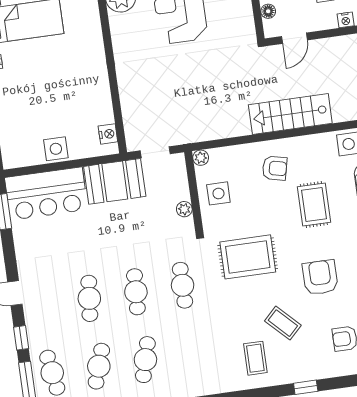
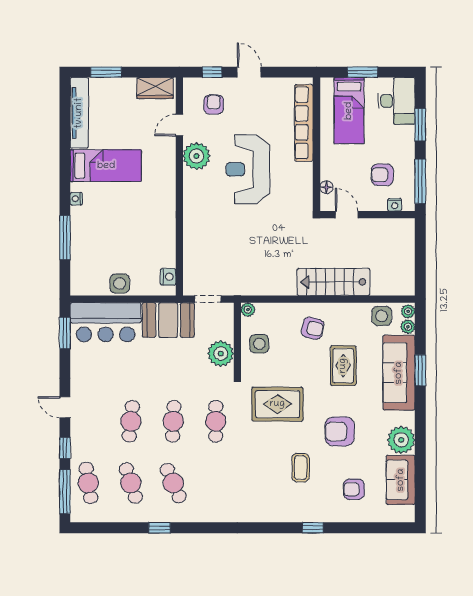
door: (294, 38) -> (347, 215), swing flipped
plant: (184, 209) -> (221, 354), width x1.87, depth x1.87
armchair: (320, 277) -> (340, 431), turned -90
coffee table: (283, 323) -> (301, 468), turned 45
coffee table: (255, 358) -> (272, 496), removed
cafe table: (145, 360) -> (173, 483), turned -39
cafe table: (99, 366) -> (131, 483), turned -36

